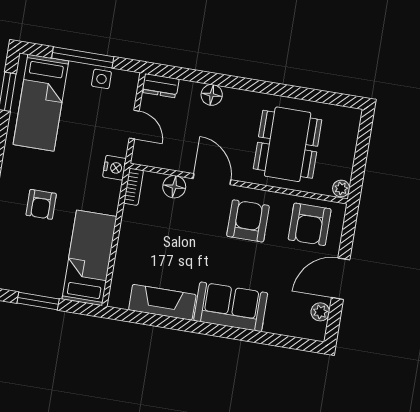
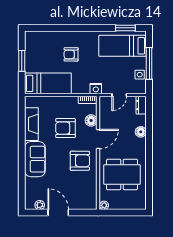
armchair: (310, 224) -> (65, 128), moved

